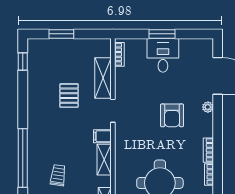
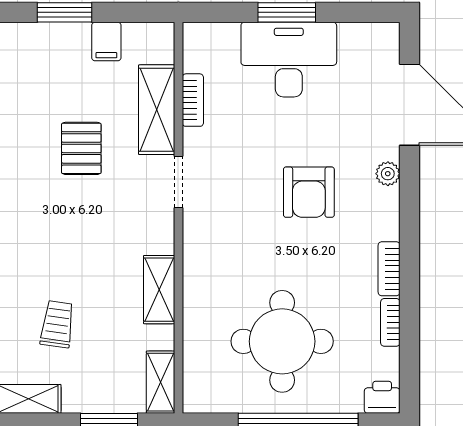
bookcase: (119, 54) -> (193, 100), moved
desk: (163, 55) -> (289, 60), width x1.37
filing cabinet: (102, 136) -> (106, 42), moved, turned -90

